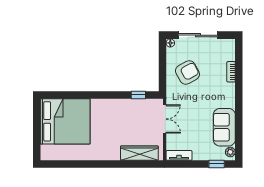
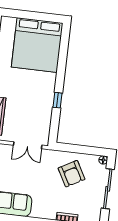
window: (138, 95) -> (57, 100), moved

